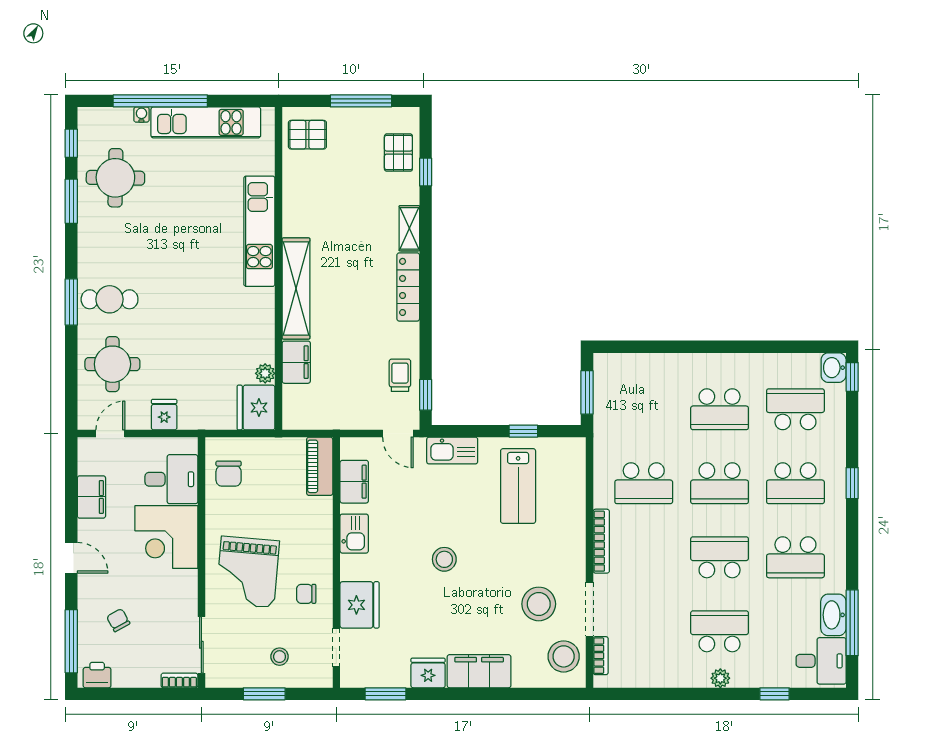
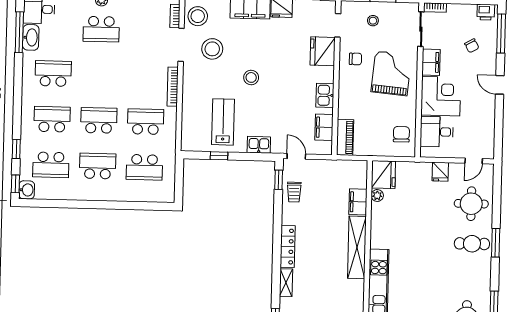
window: (587, 392) -> (179, 179), removed
kitchen sink: (452, 451) -> (259, 145), width x0.73
window: (852, 483) -> (16, 149), moved
filing cabinet: (91, 497) -> (431, 62), moved, turned 180
school desk: (720, 557) -> (144, 167), moved
stool: (444, 559) -> (251, 77), moved

